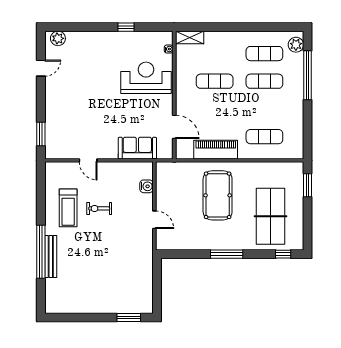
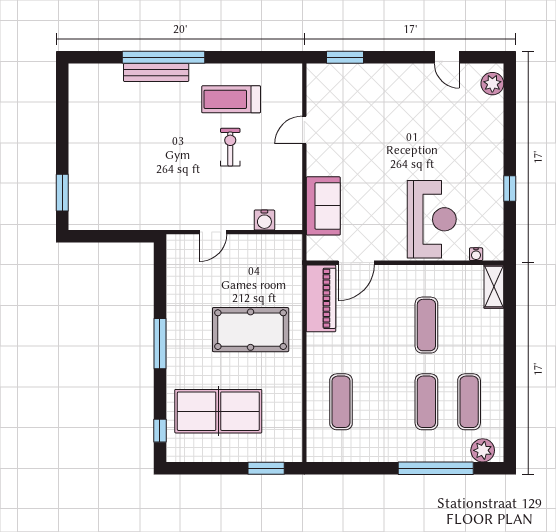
piano: (216, 150) -> (321, 298), moved

